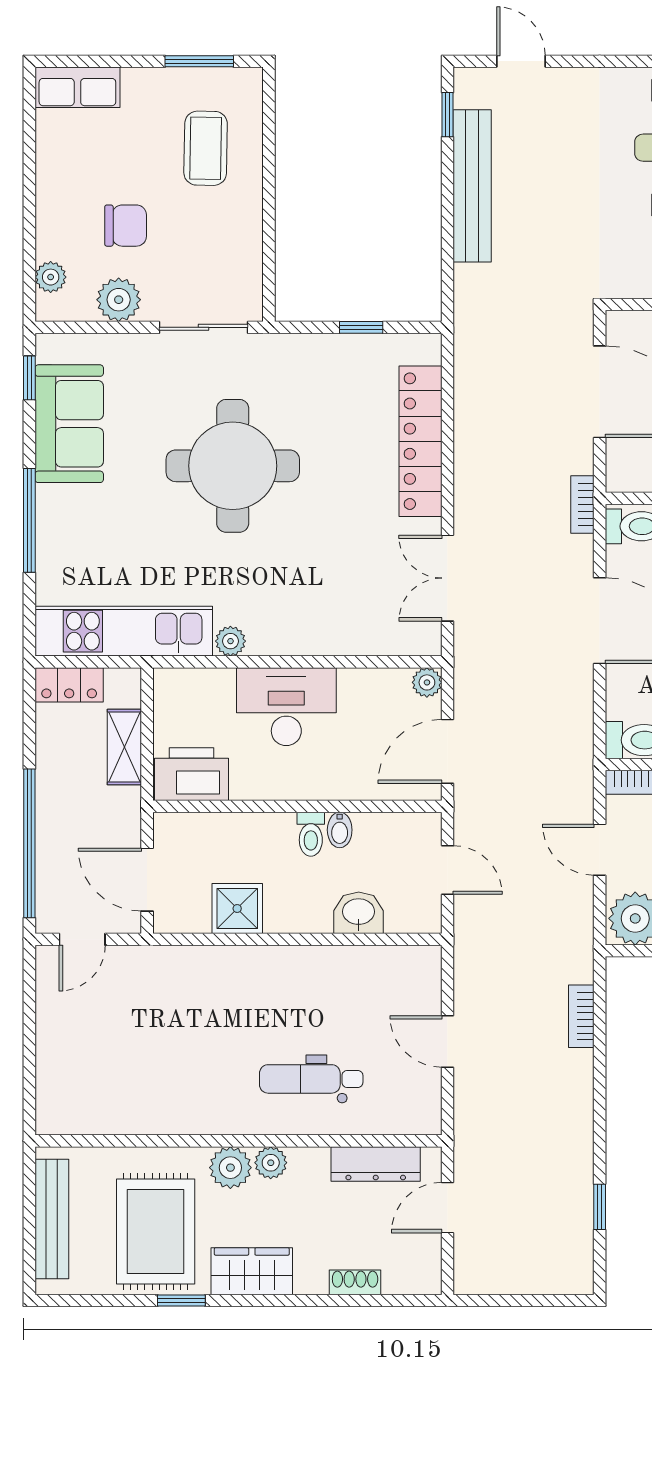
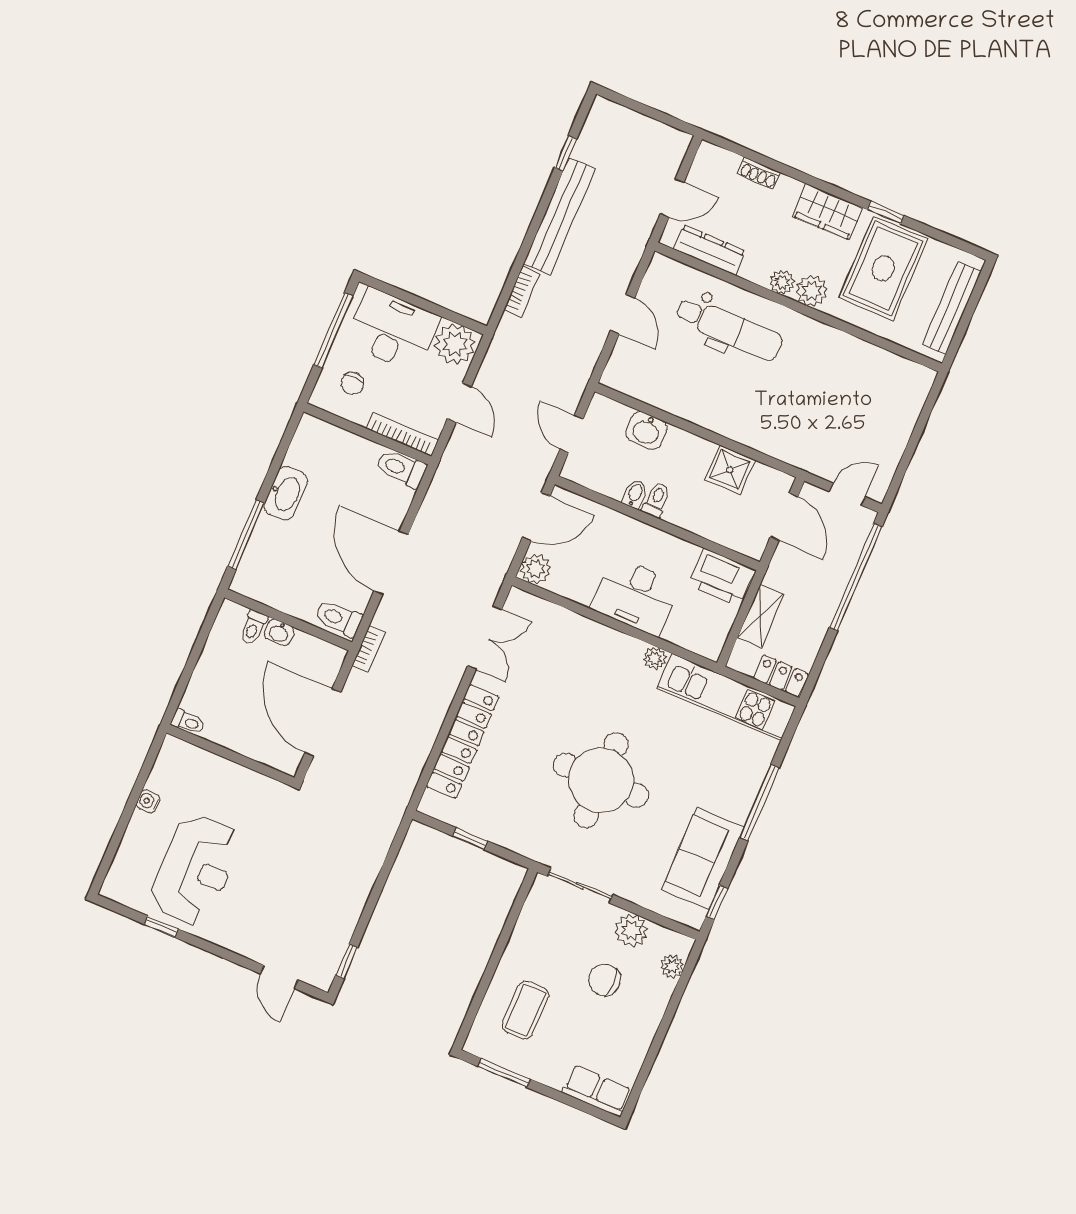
bench: (472, 186) -> (559, 216), moved
plant: (427, 682) -> (536, 569), width x1.38, depth x1.38
dental chair: (311, 1079) -> (729, 329), width x1.36, depth x1.38

